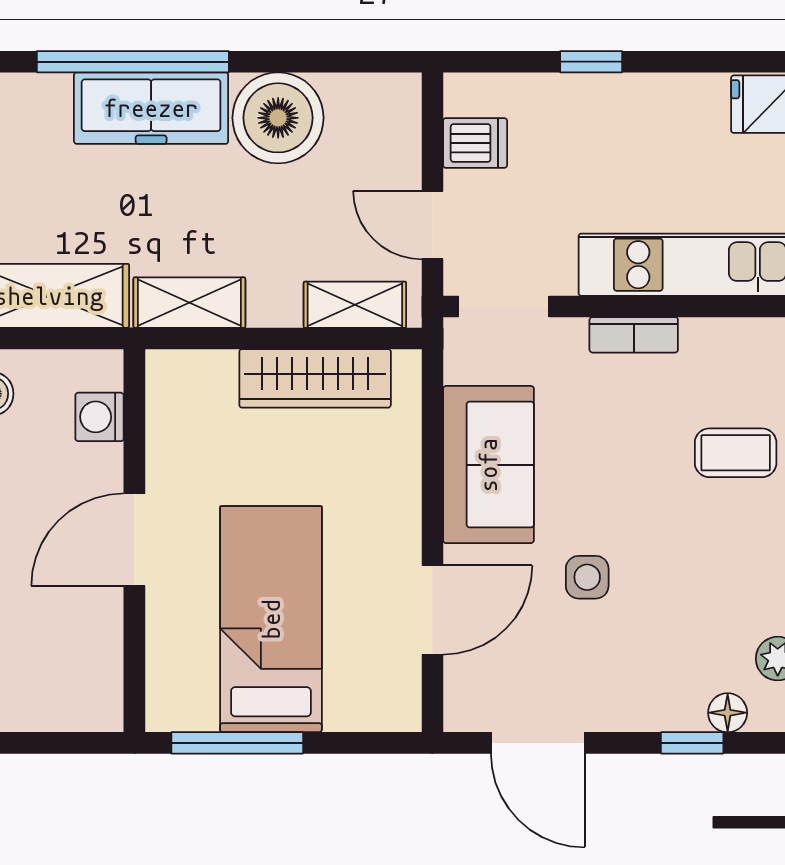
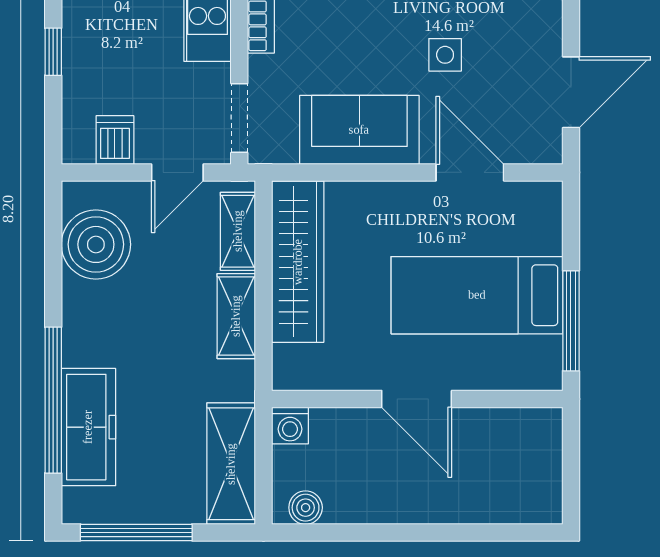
freezer: (151, 108) -> (88, 427), moved
boiler: (278, 118) -> (96, 244), moved
shelving: (189, 303) -> (236, 316), moved
wardrobe: (315, 378) -> (298, 262), width x1.40, depth x1.17
washing machine: (100, 417) -> (290, 425), moved

